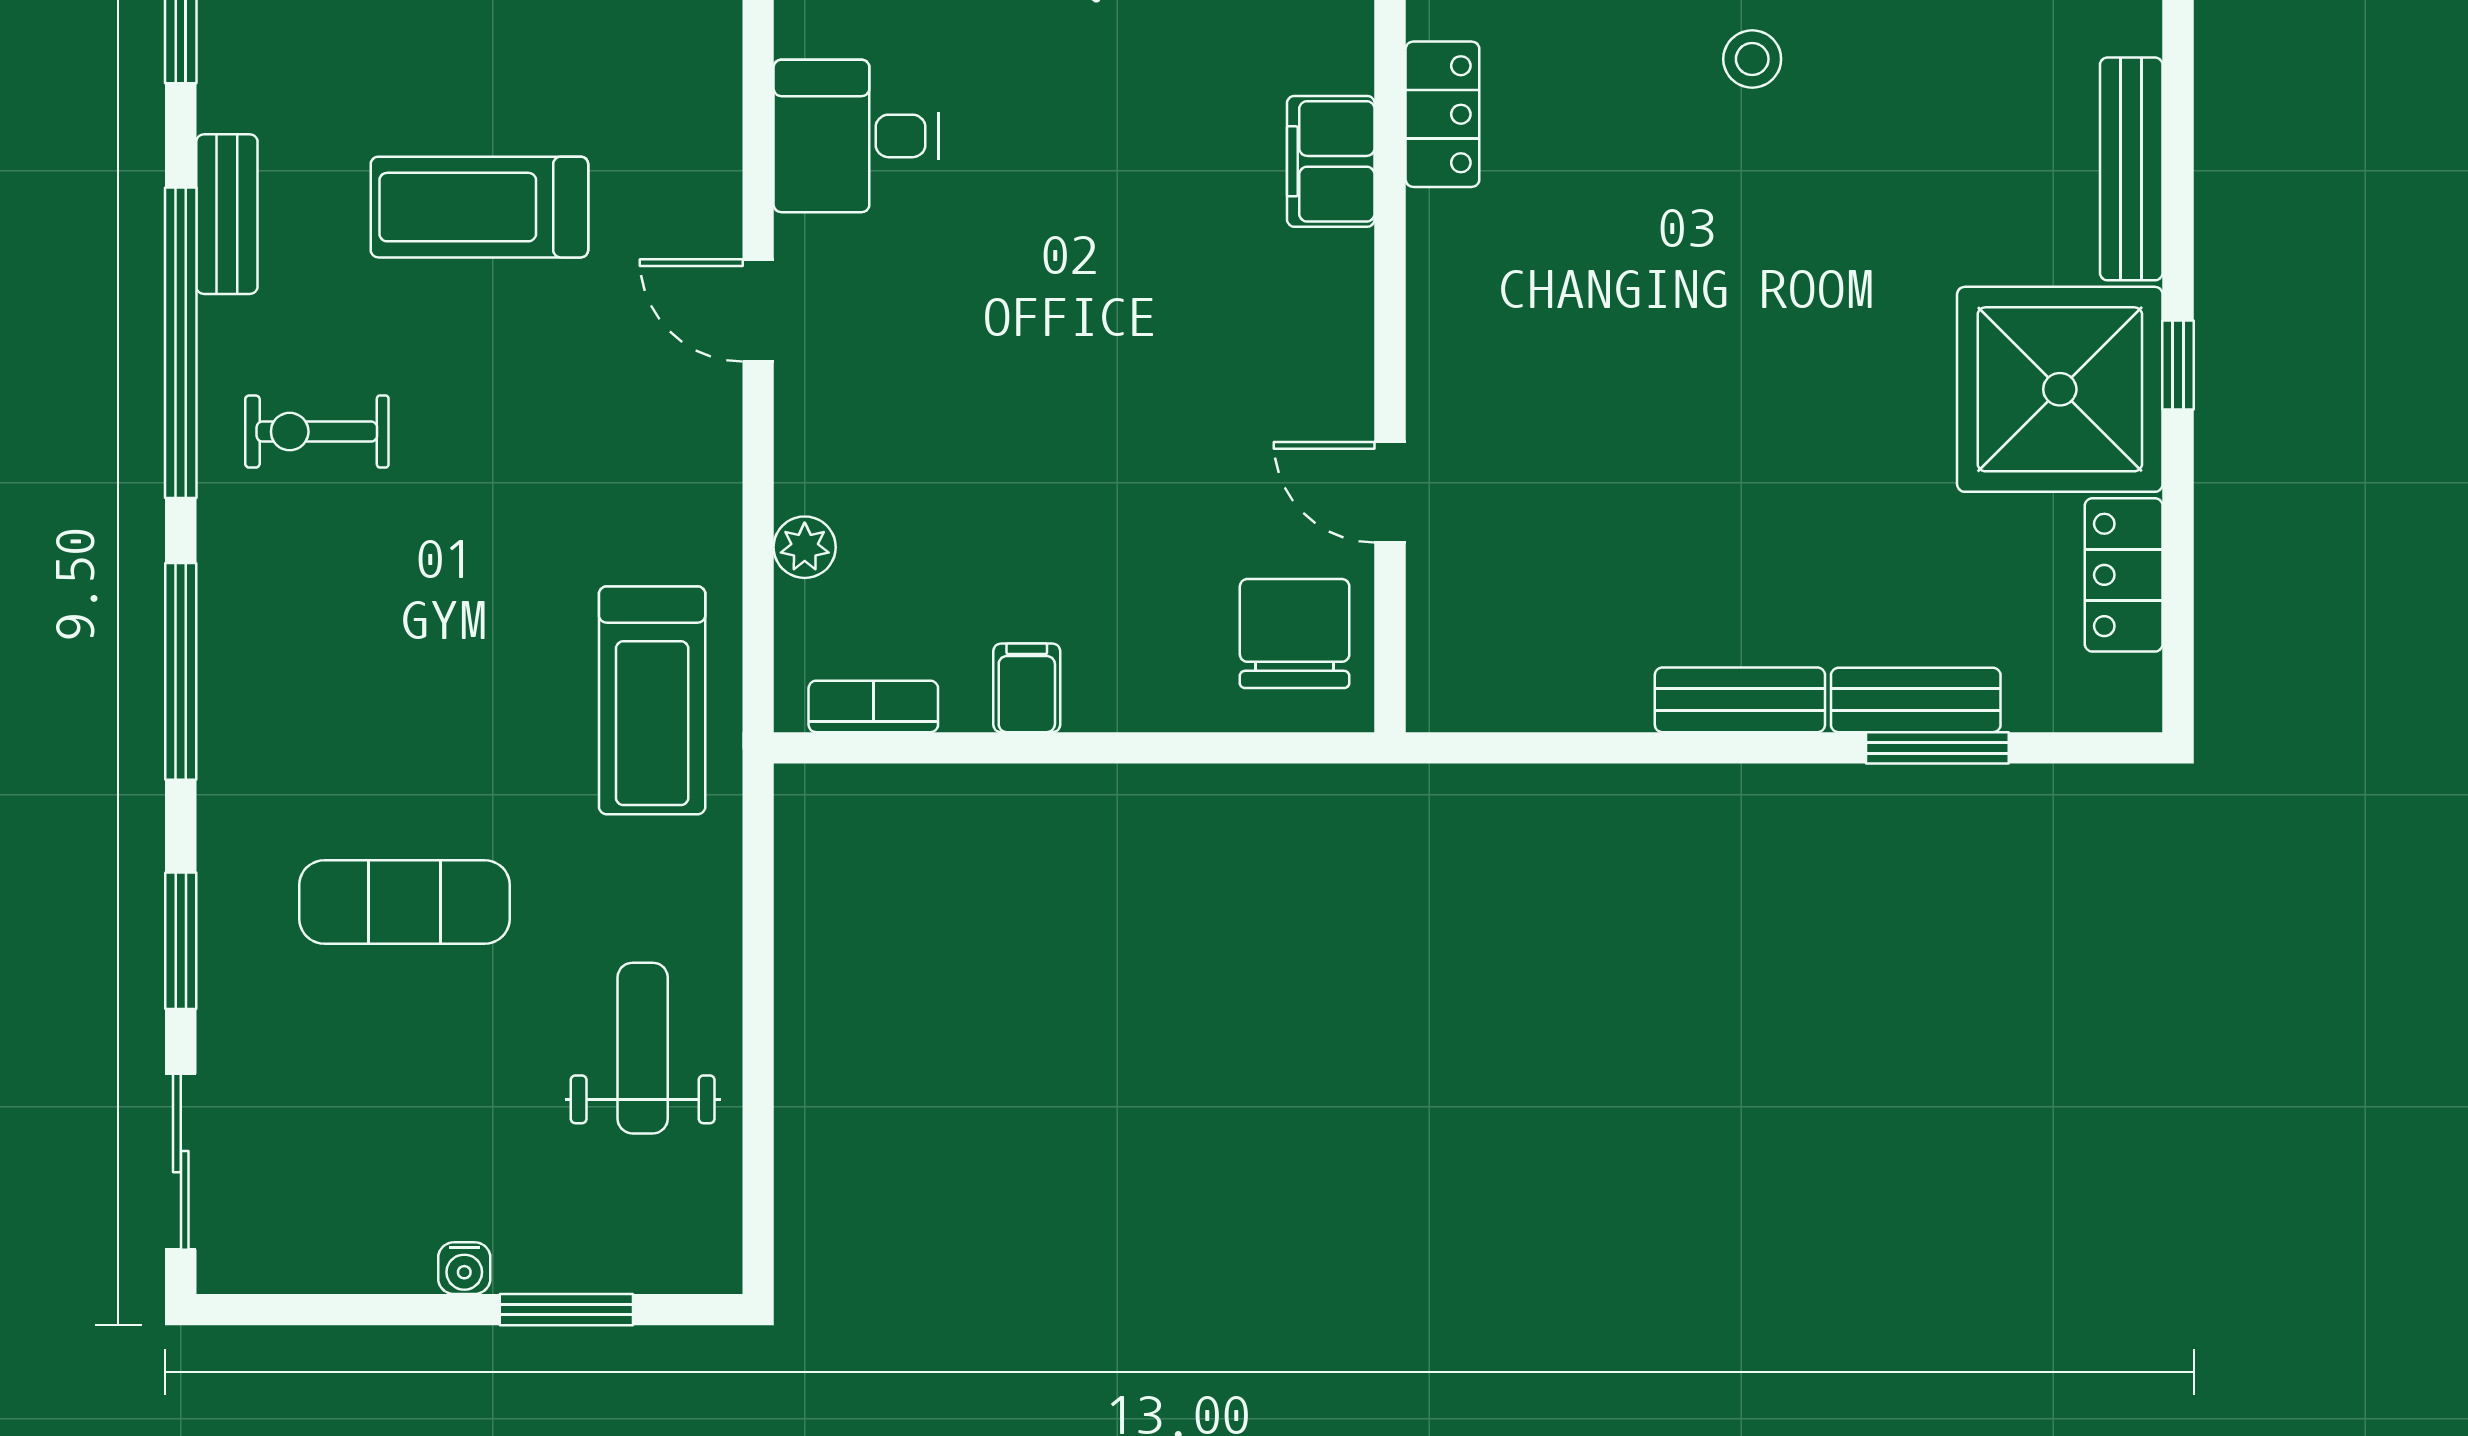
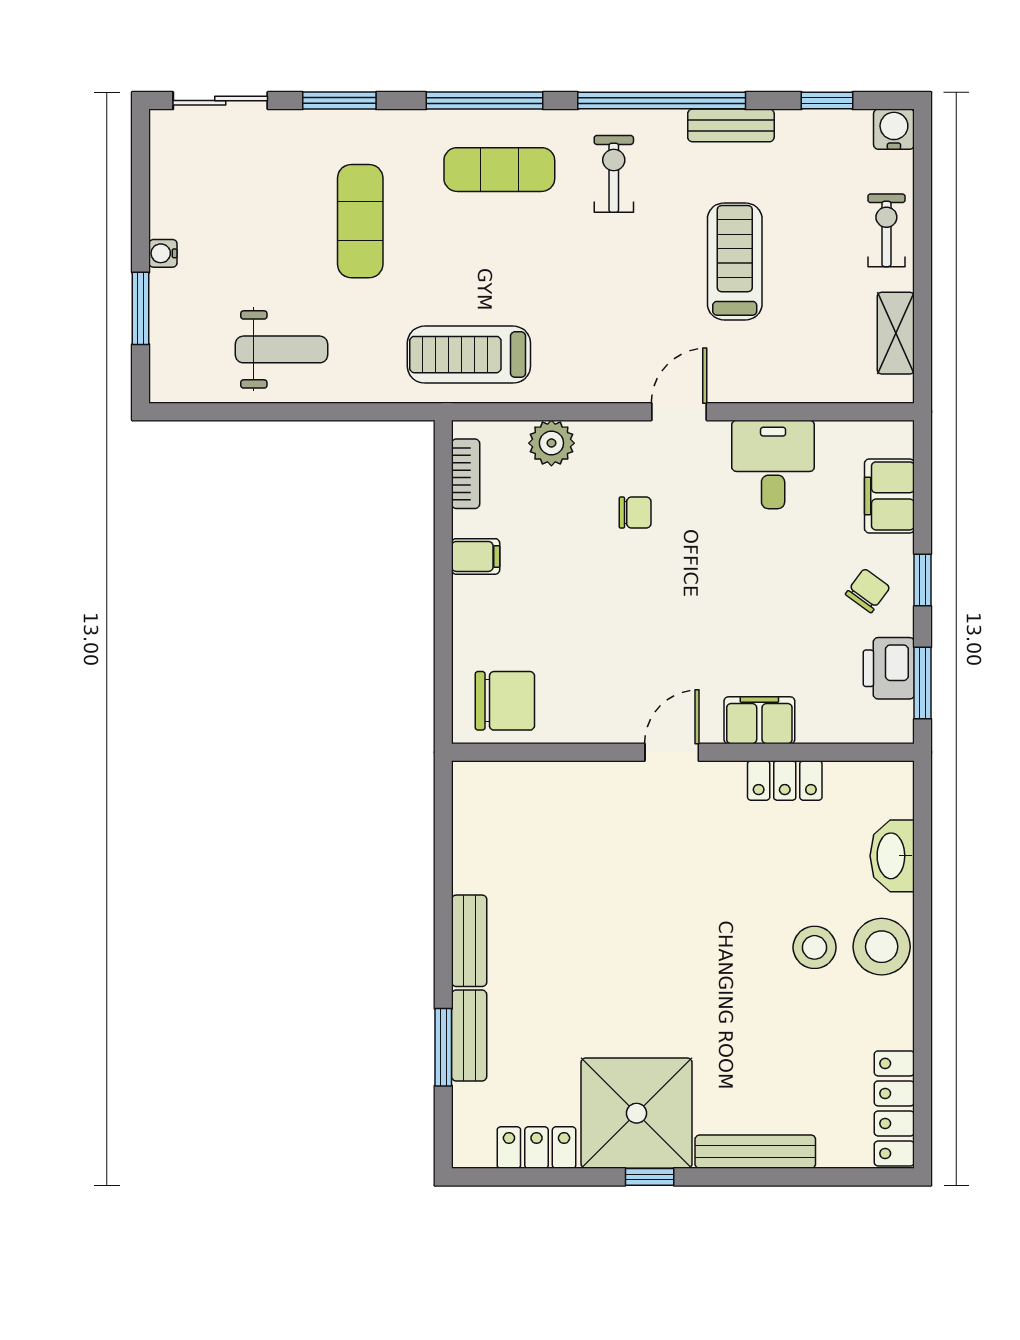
stool: (1752, 59) -> (815, 947), width x1.37, depth x1.37
chair: (945, 392) -> (635, 513), added
door: (1390, 492) -> (672, 752), moved
plant: (805, 547) -> (551, 443), width x1.38, depth x1.38
exercise mat: (309, 644) -> (499, 170), added

